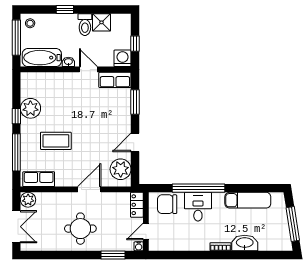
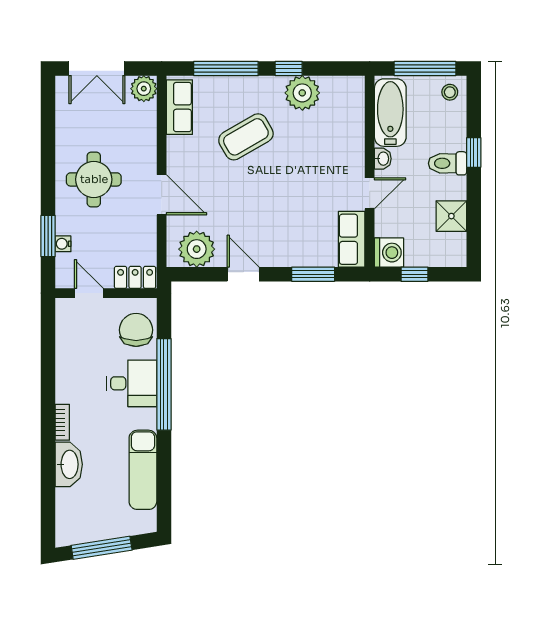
toilet: (85, 25) -> (448, 163), moved
coffee table: (56, 141) -> (246, 137), turned 60
water cooler: (139, 246) -> (63, 244), moved

